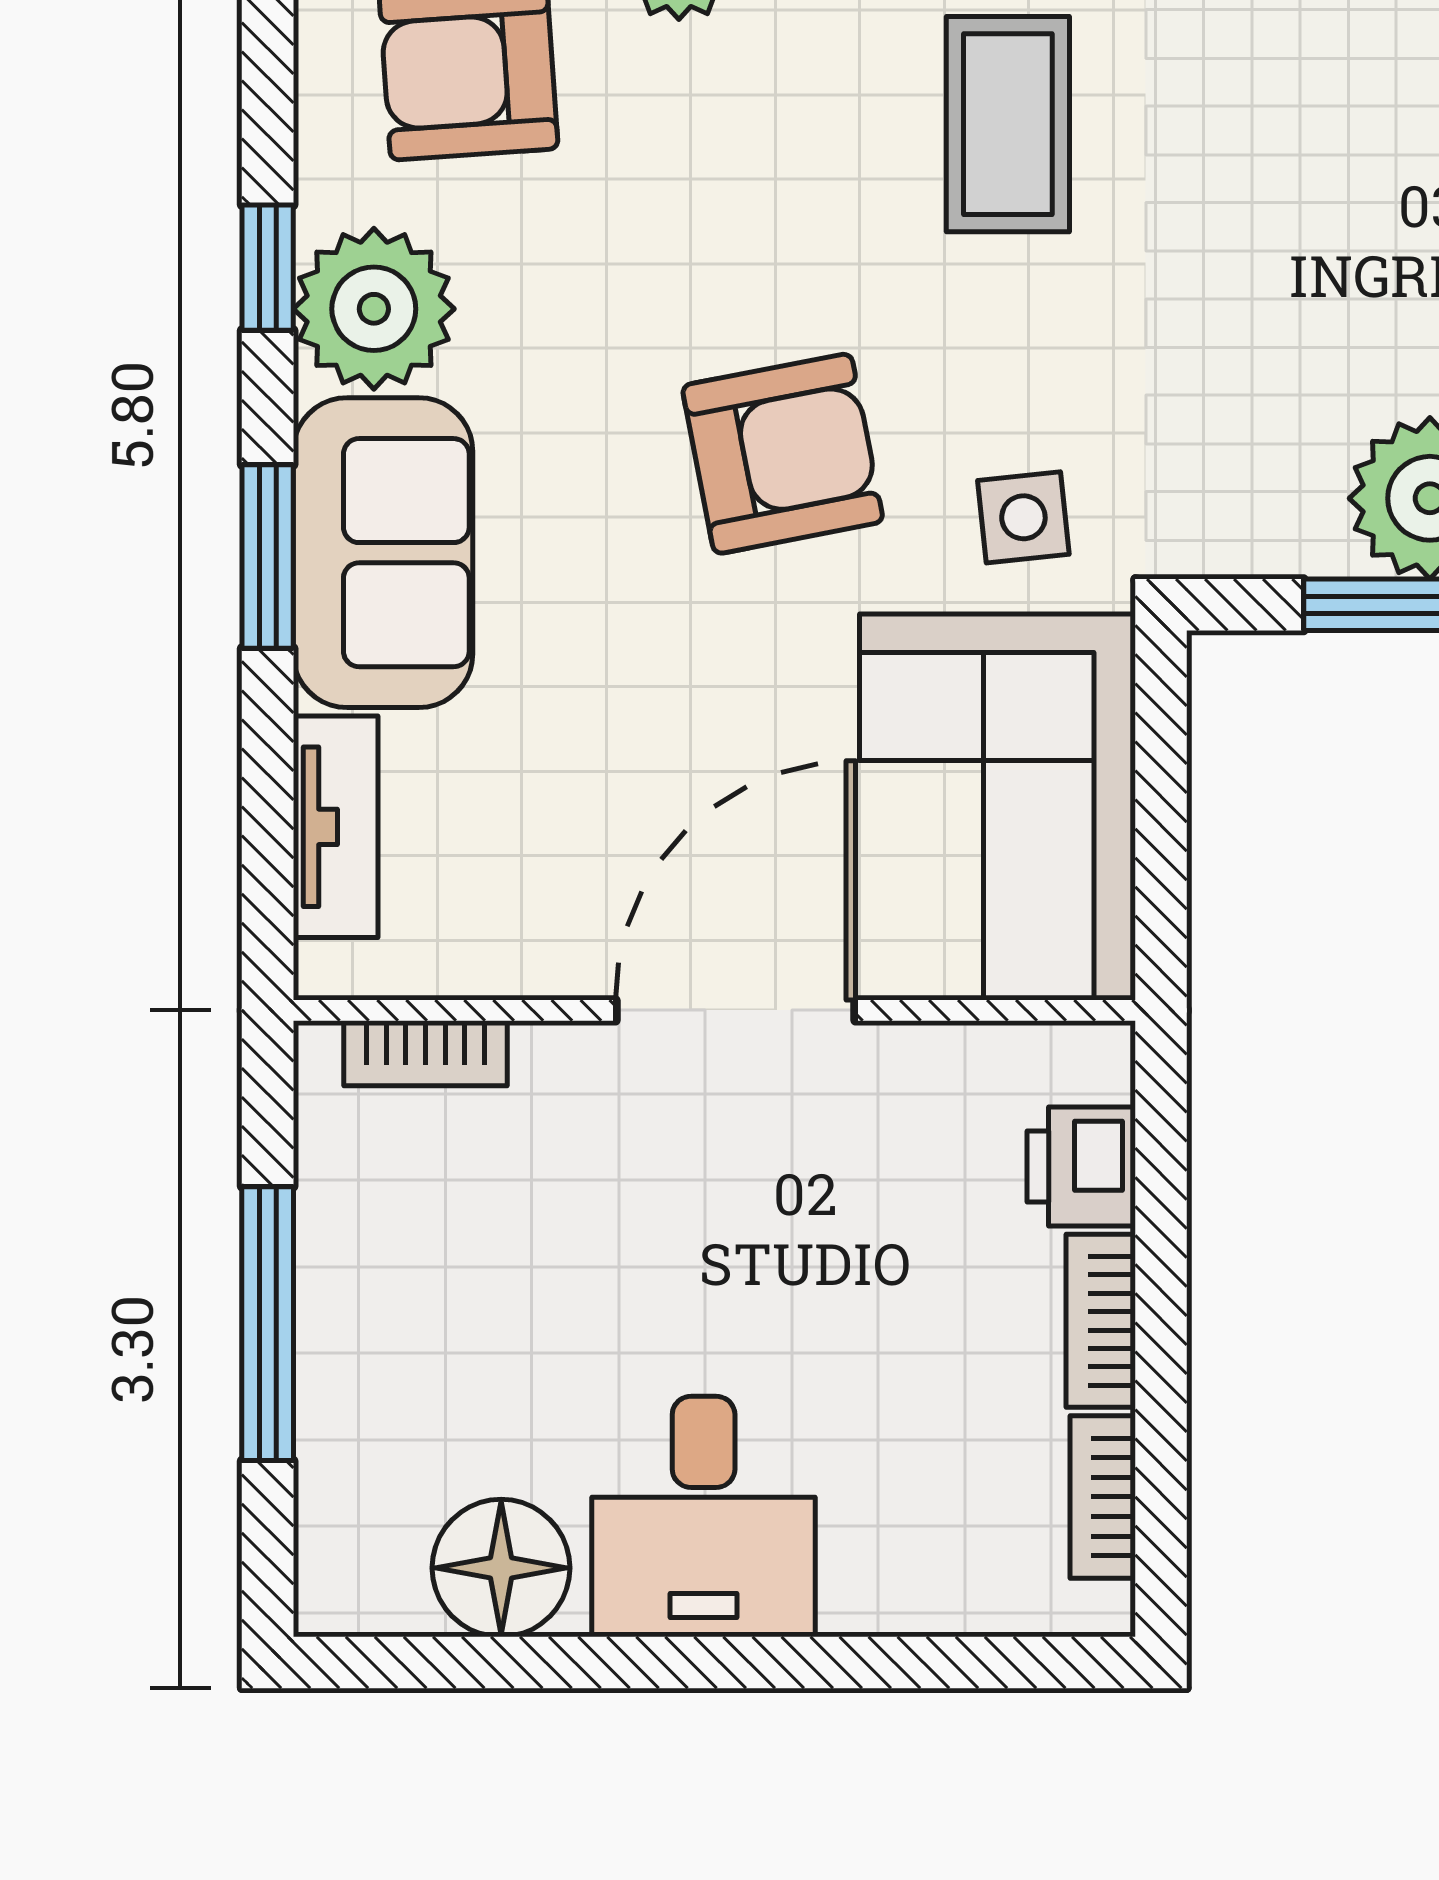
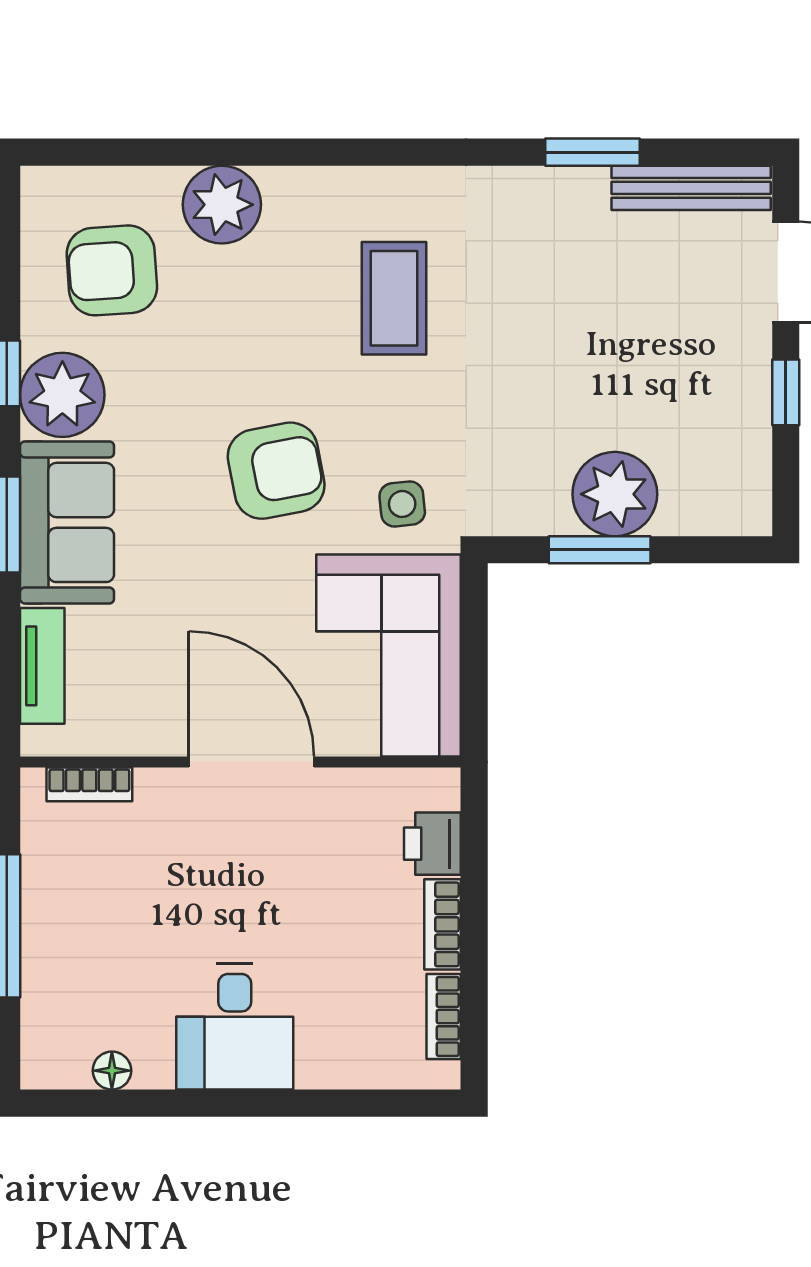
door: (736, 1010) -> (252, 762), hinge flipped
floor lamp: (501, 1568) -> (112, 1071), width x0.53, depth x0.53

